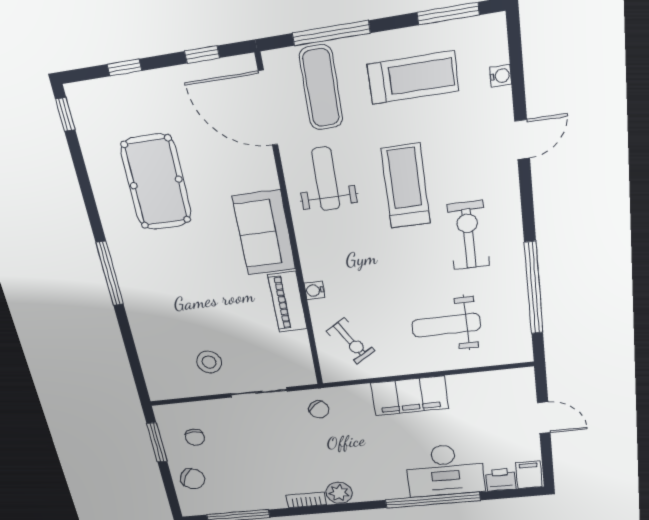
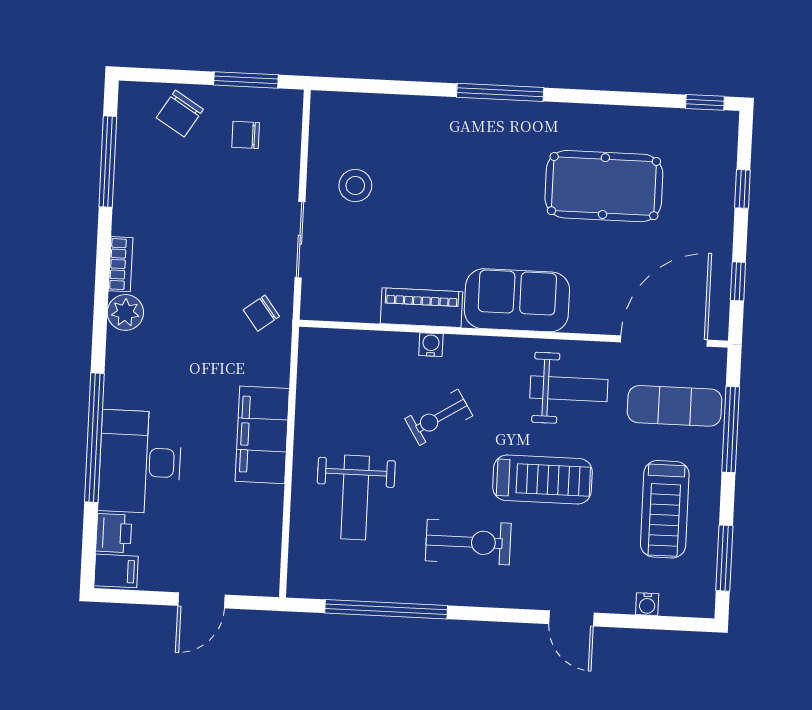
weight bench: (446, 325) -> (355, 497), turned 180
exercise bike: (351, 341) -> (439, 417), moved

